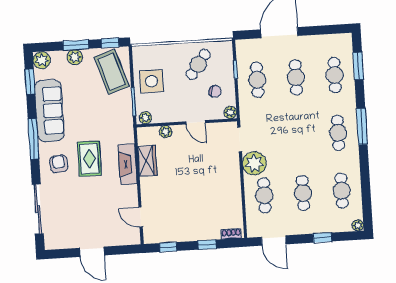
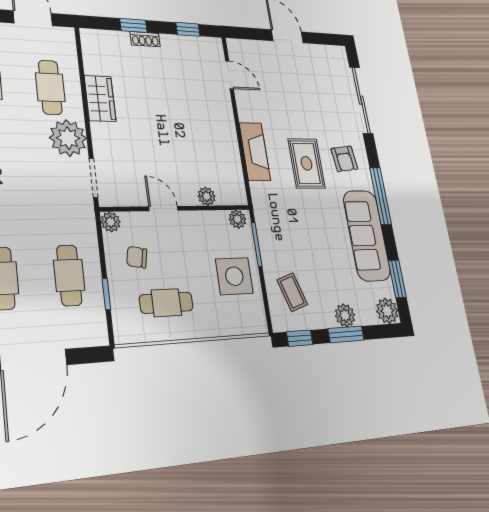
cafe table: (198, 64) -> (166, 303), turned 53
coffee table: (112, 72) -> (292, 292), width x0.54, depth x0.58
wardrobe: (147, 161) -> (100, 99), moved, turned 180
shoe rack: (231, 234) -> (145, 39), moved

